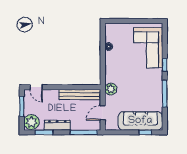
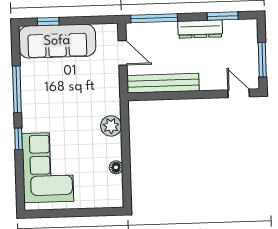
plant: (111, 89) -> (111, 126), moved
door: (103, 113) -> (123, 53), hinge flipped
plant: (31, 122) -> (245, 33), removed

